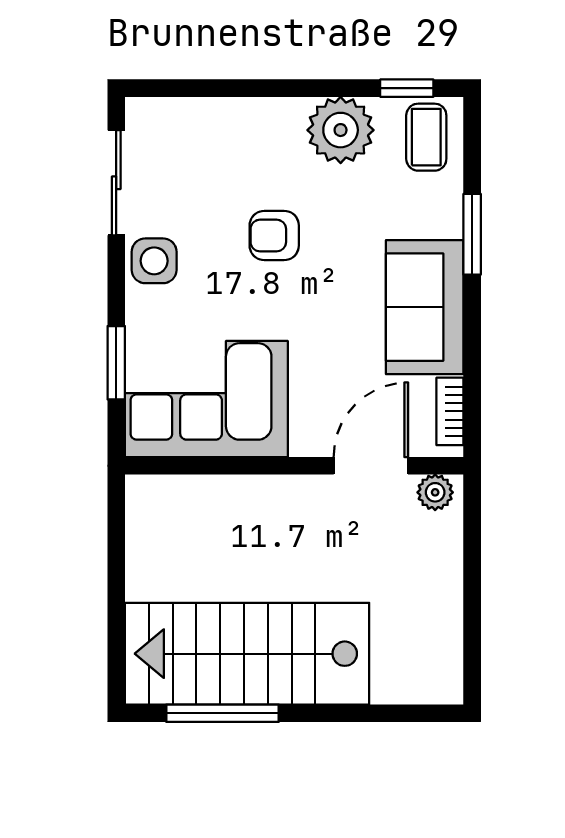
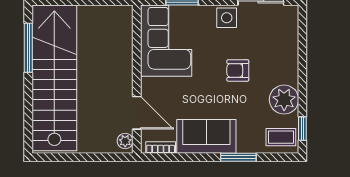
armchair: (274, 236) -> (238, 70), turned -90
stairs: (247, 654) -> (54, 78), width x1.36

